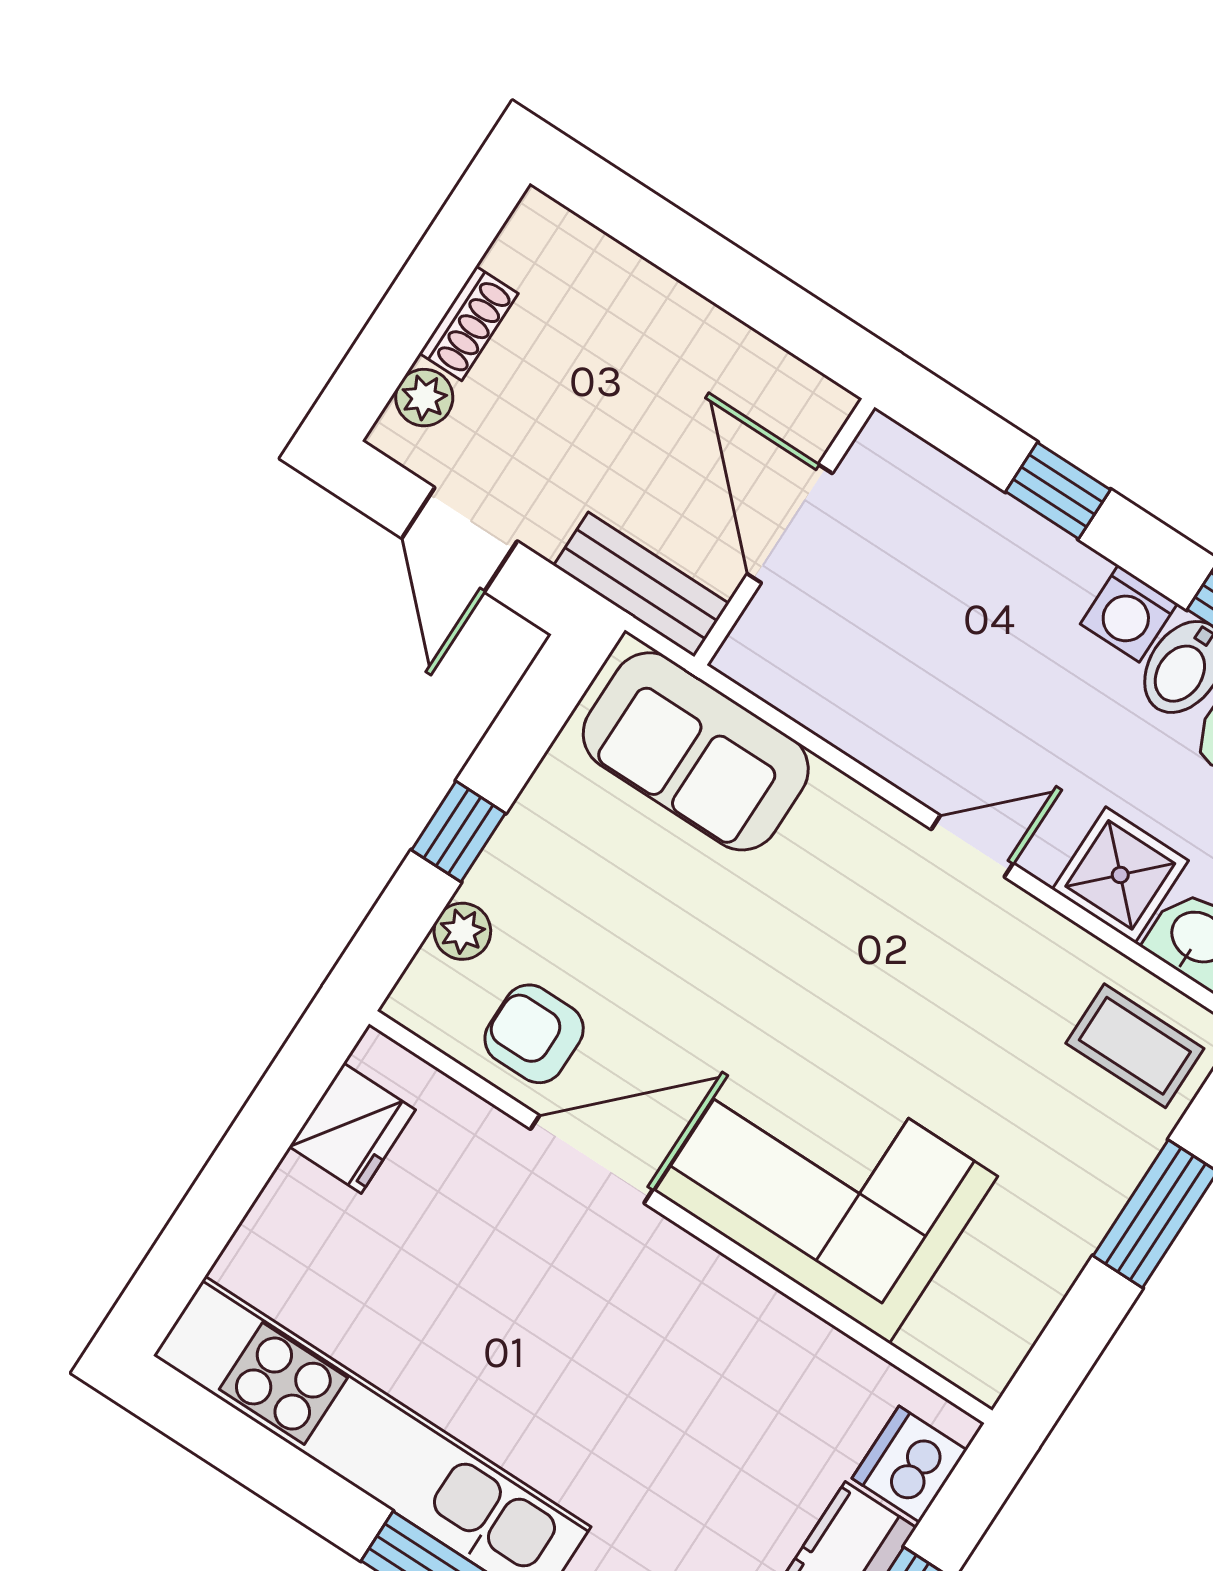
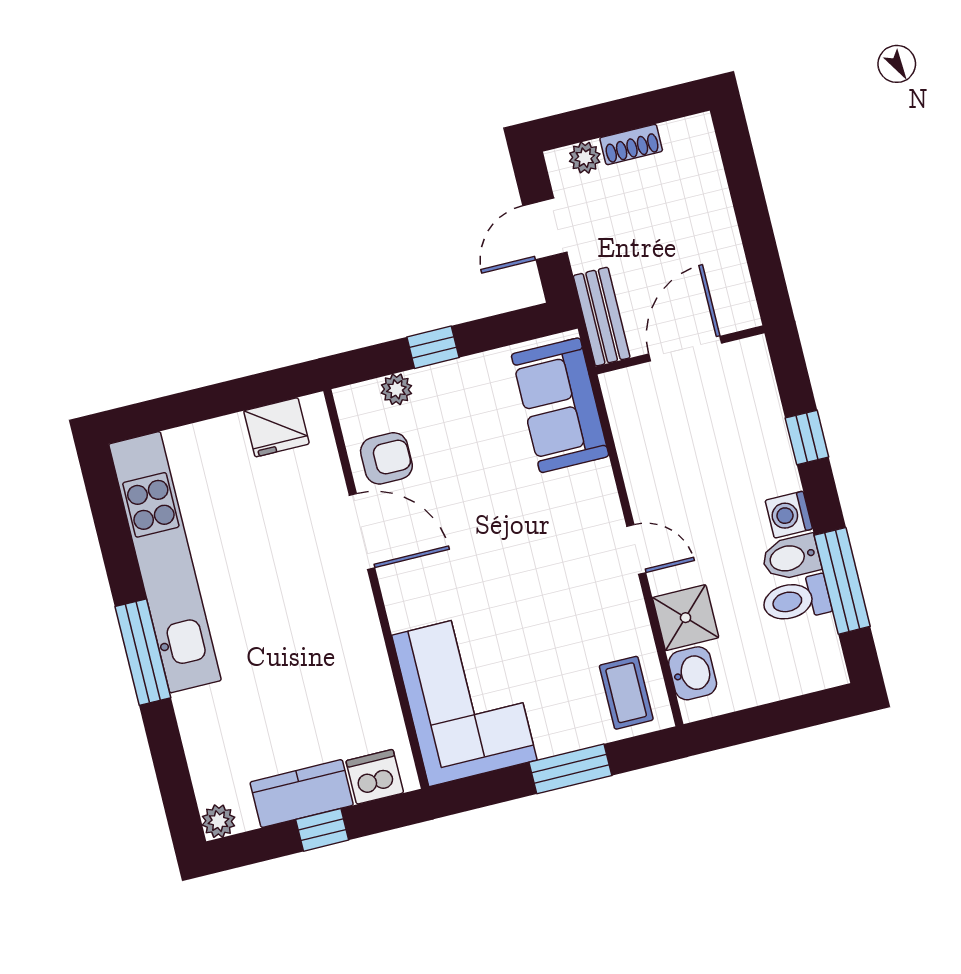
armchair: (534, 1034) -> (386, 458), turned 90
corner sofa: (826, 1184) -> (464, 698), moved

